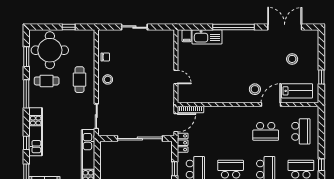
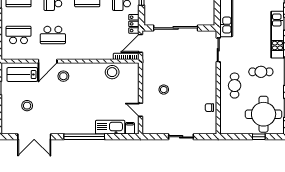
window: (69, 27) -> (259, 137), moved
door: (176, 77) -> (140, 110), moved
stool: (108, 79) -> (164, 90), moved
cafe table: (47, 81) -> (261, 72), moved
stool: (205, 93) -> (112, 72), added
school desk: (266, 131) -> (53, 35), turned 180
school desk: (301, 131) -> (19, 35), turned 90

